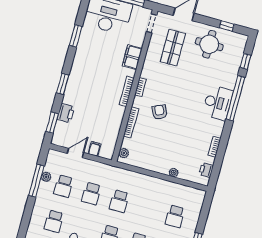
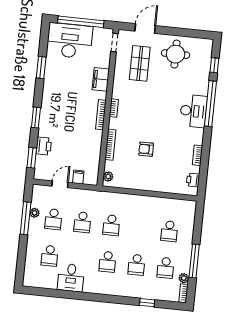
window: (227, 26) -> (190, 33), removed
armchair: (160, 112) -> (146, 149), moved, turned -66
plant: (174, 173) -> (161, 188), removed

